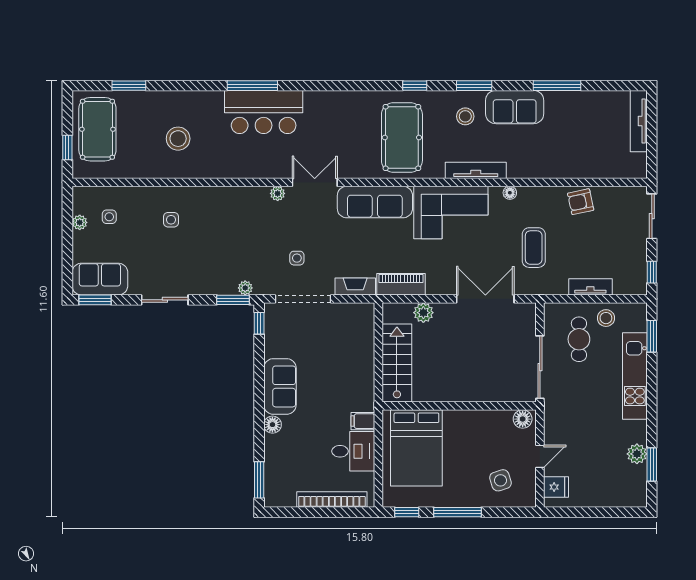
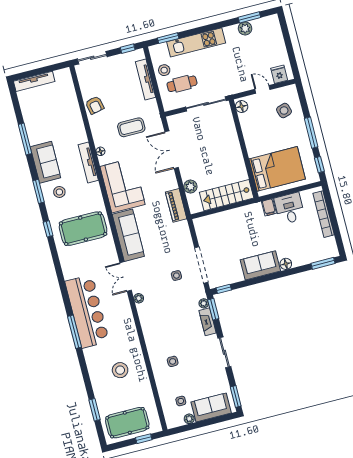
bar counter: (264, 112) -> (87, 311), width x1.36
tv unit: (476, 170) -> (88, 163), moved
sofa: (100, 279) -> (211, 407), moved, turned 90
fireplace: (355, 287) -> (208, 322), moved
tv unit: (590, 287) -> (146, 79), width x1.41

